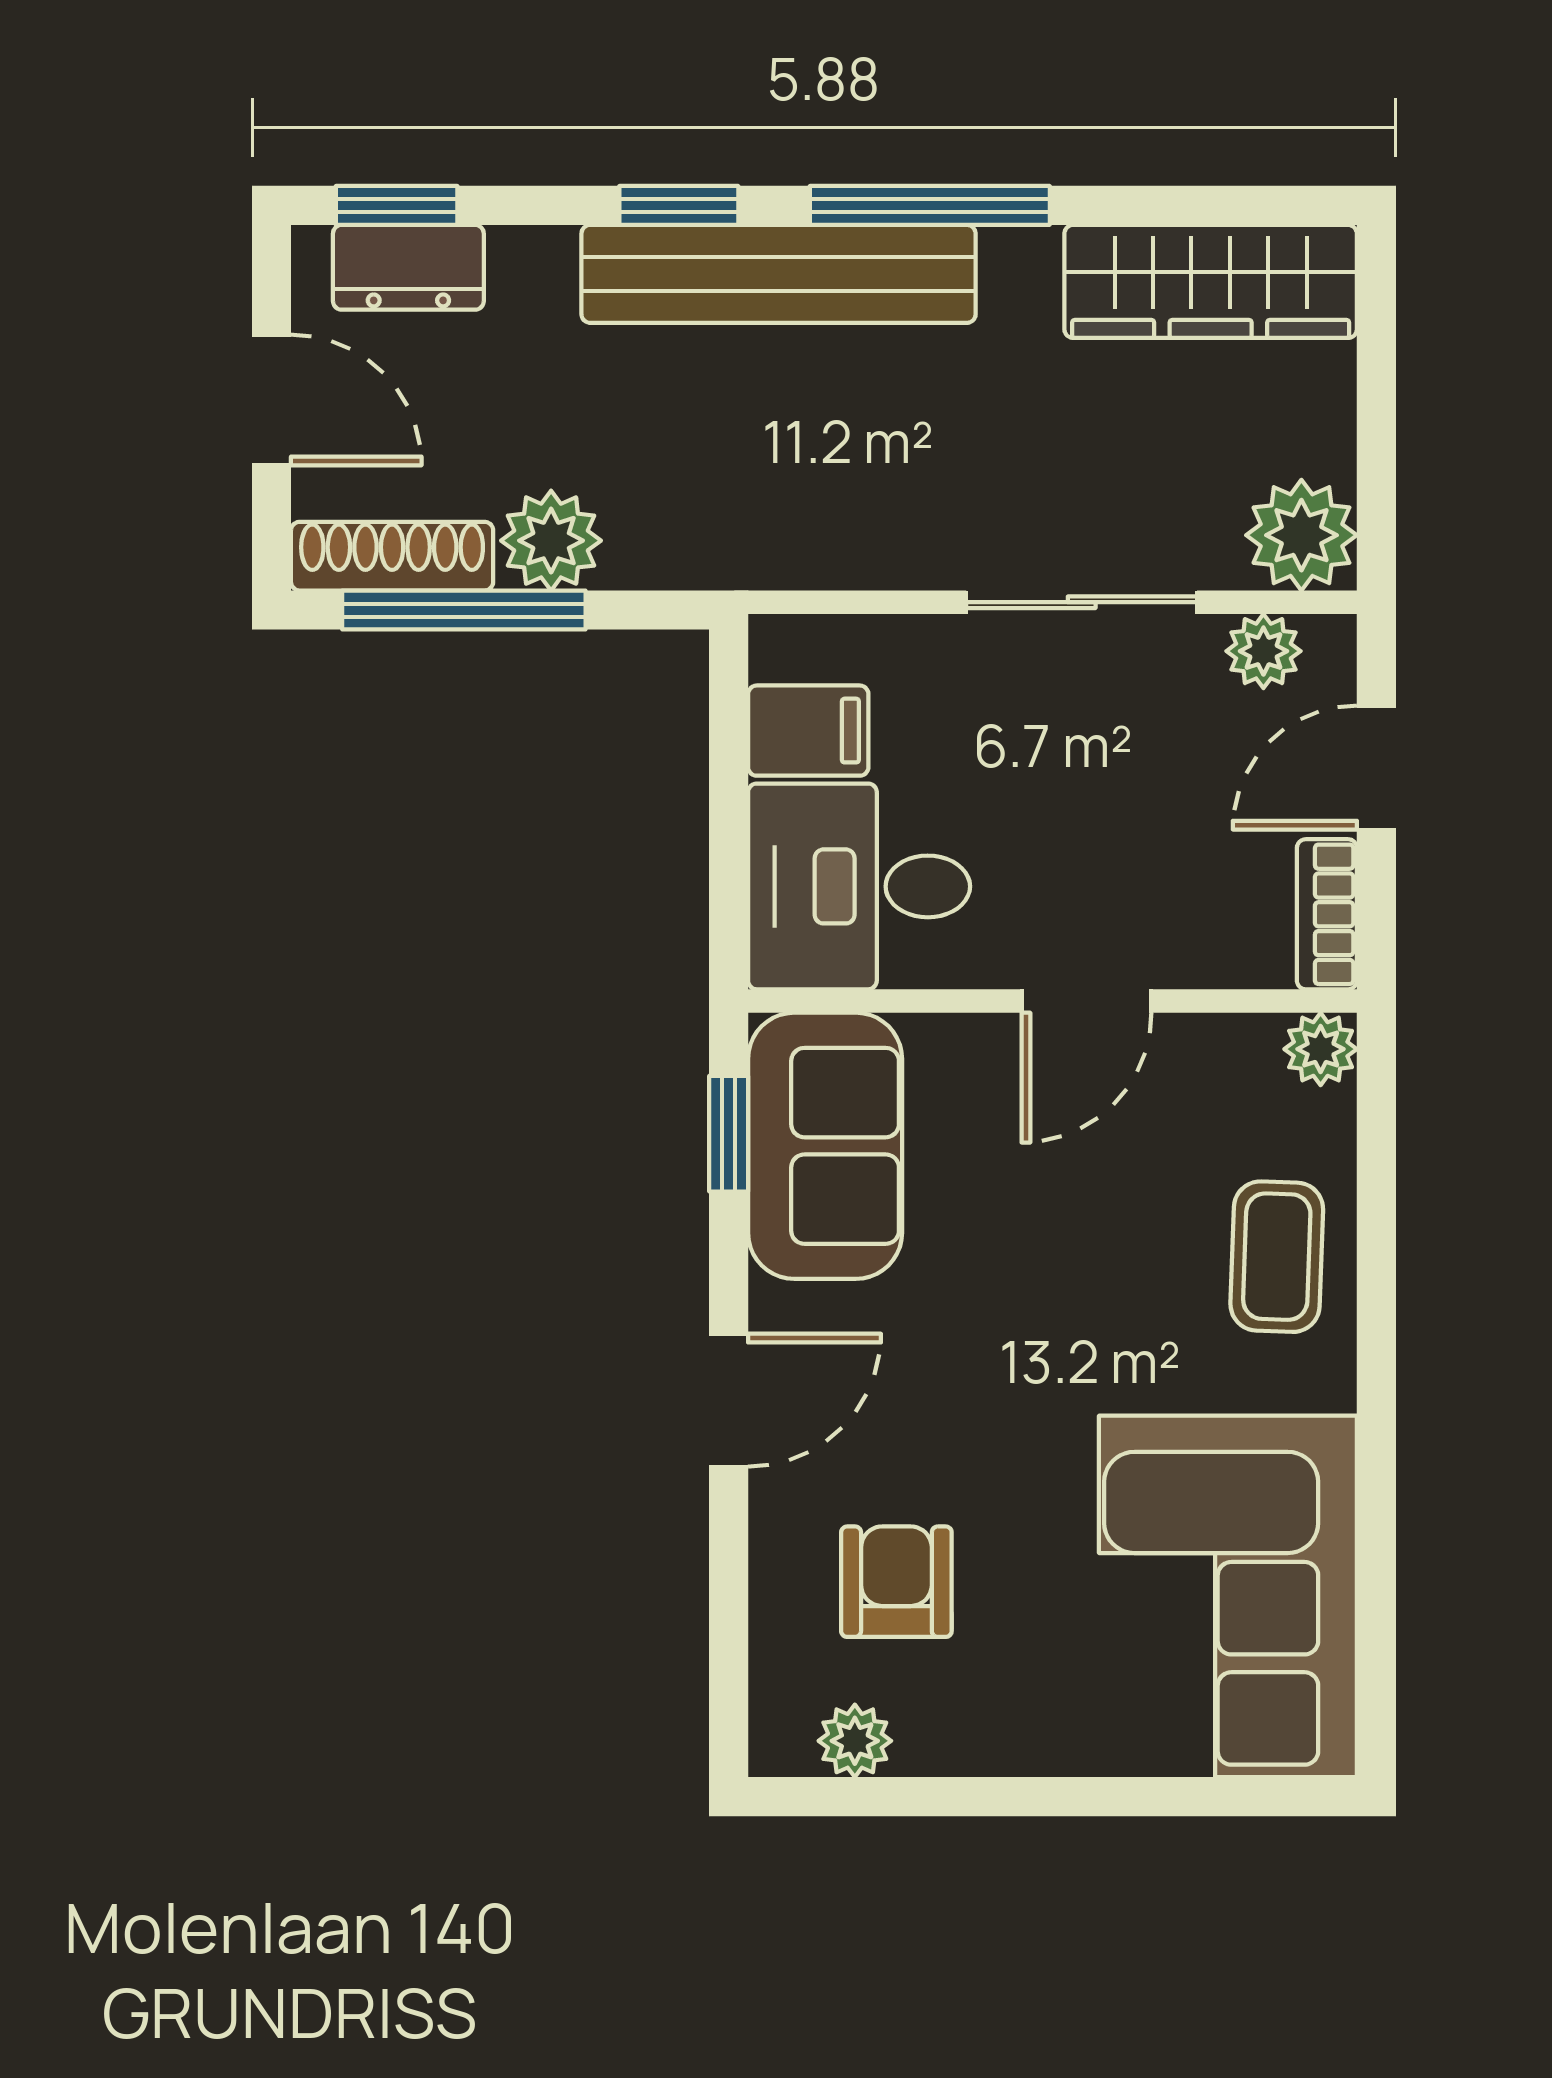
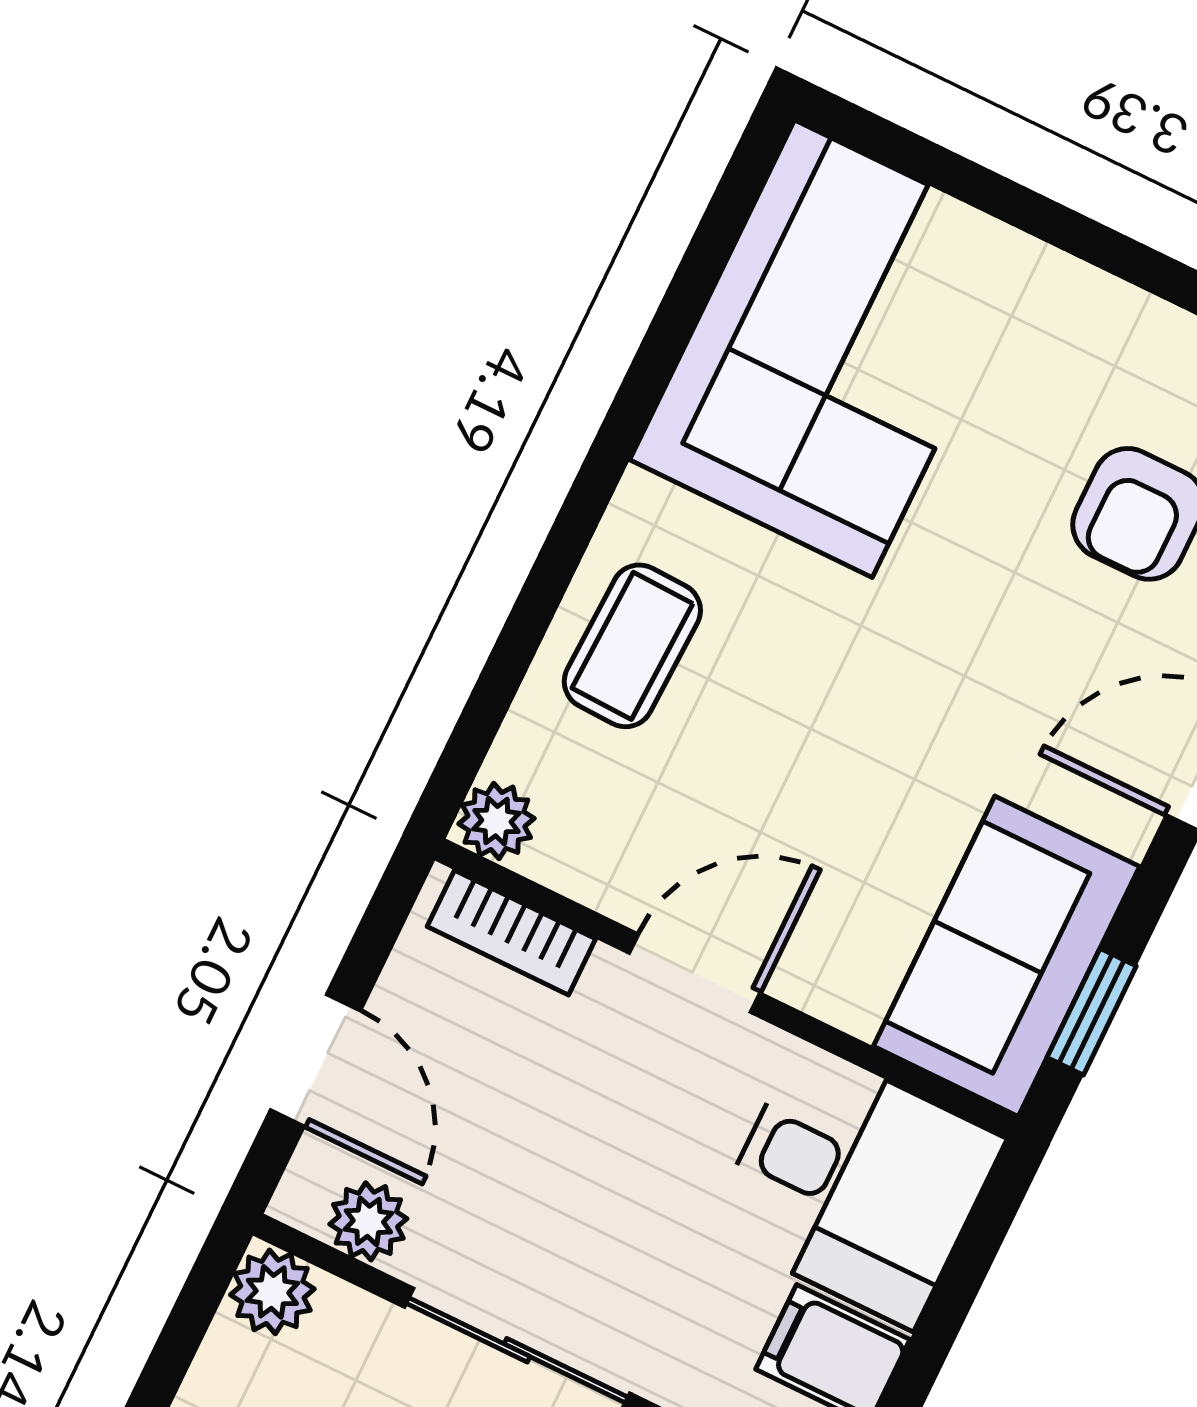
plant: (1301, 535) -> (272, 1292), width x0.73, depth x0.73
door: (1376, 768) -> (315, 1060), hinge flipped
bookcase: (1327, 914) -> (511, 933), moved, turned 90

